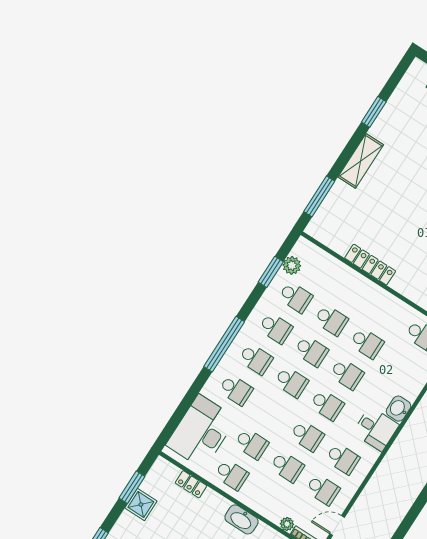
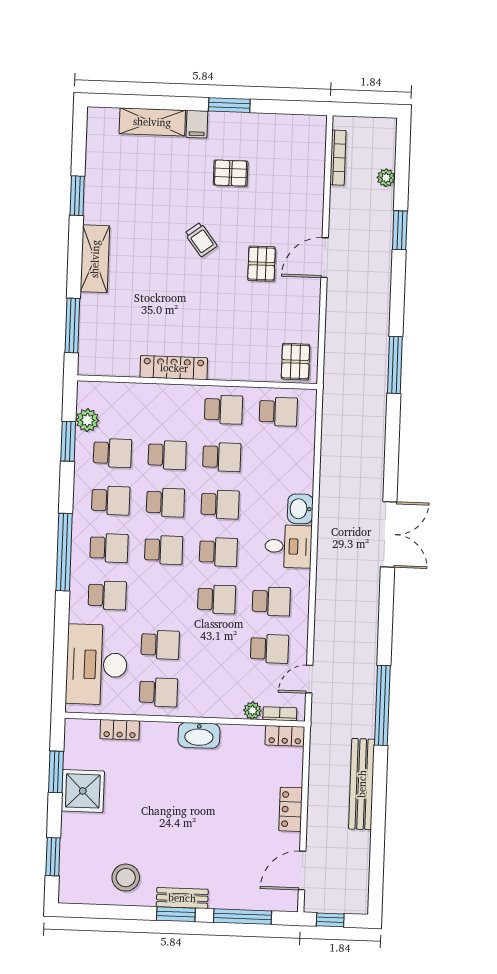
school desk: (287, 467) -> (224, 410), moved
shower: (141, 505) -> (83, 791), width x1.36, depth x1.36

